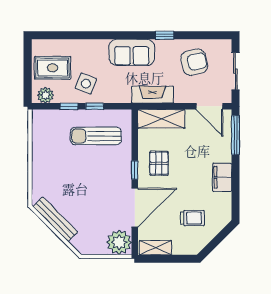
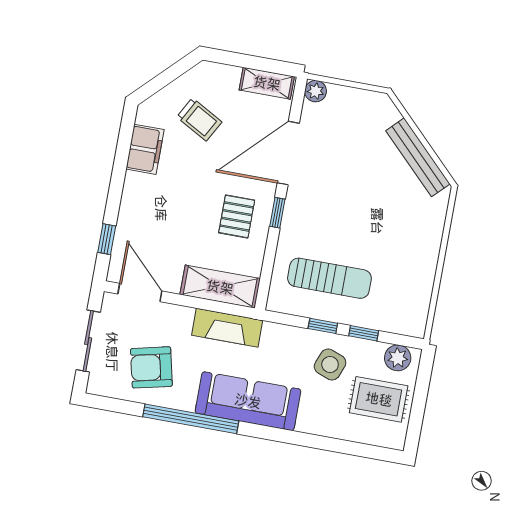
window: (165, 35) -> (191, 419), width x3.17
sofa: (132, 52) -> (248, 401), width x1.36
window: (235, 135) -> (107, 239), width x0.46
filing cabinet: (222, 177) -> (145, 149), moved
trolley: (192, 218) -> (199, 119), turned -151
plant: (119, 242) -> (316, 91), width x0.53, depth x0.53

